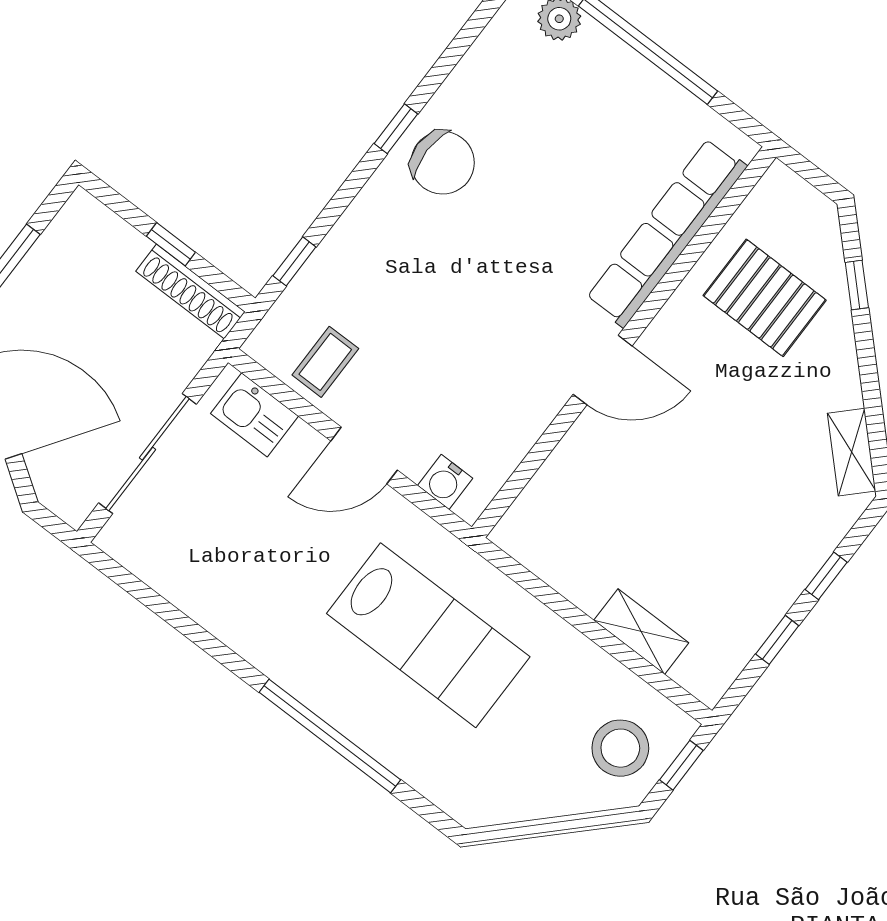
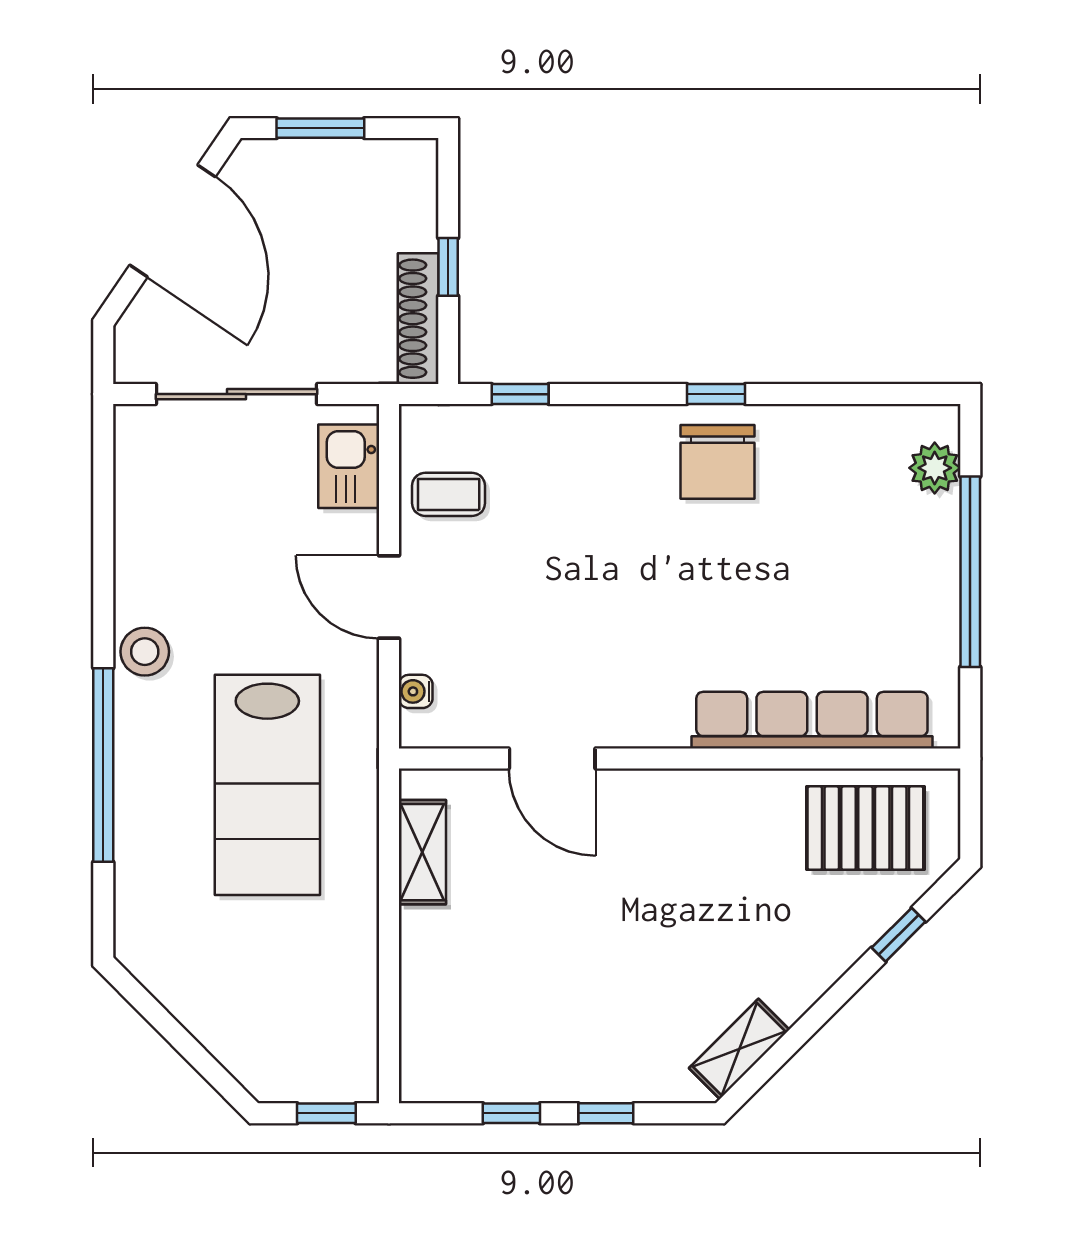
pallet: (765, 298) -> (865, 828), moved, turned 90
door: (603, 370) -> (552, 759), moved
water cooler: (445, 482) -> (416, 691), width x0.72, depth x0.72
shelving: (641, 632) -> (422, 852), moved
stool: (620, 748) -> (145, 652), moved, width x0.73, depth x0.73

